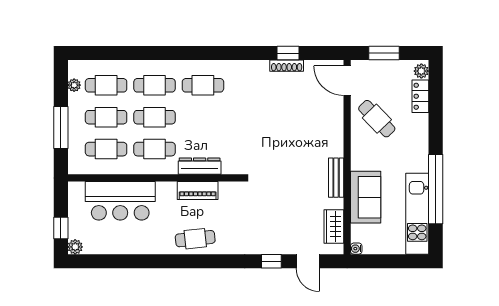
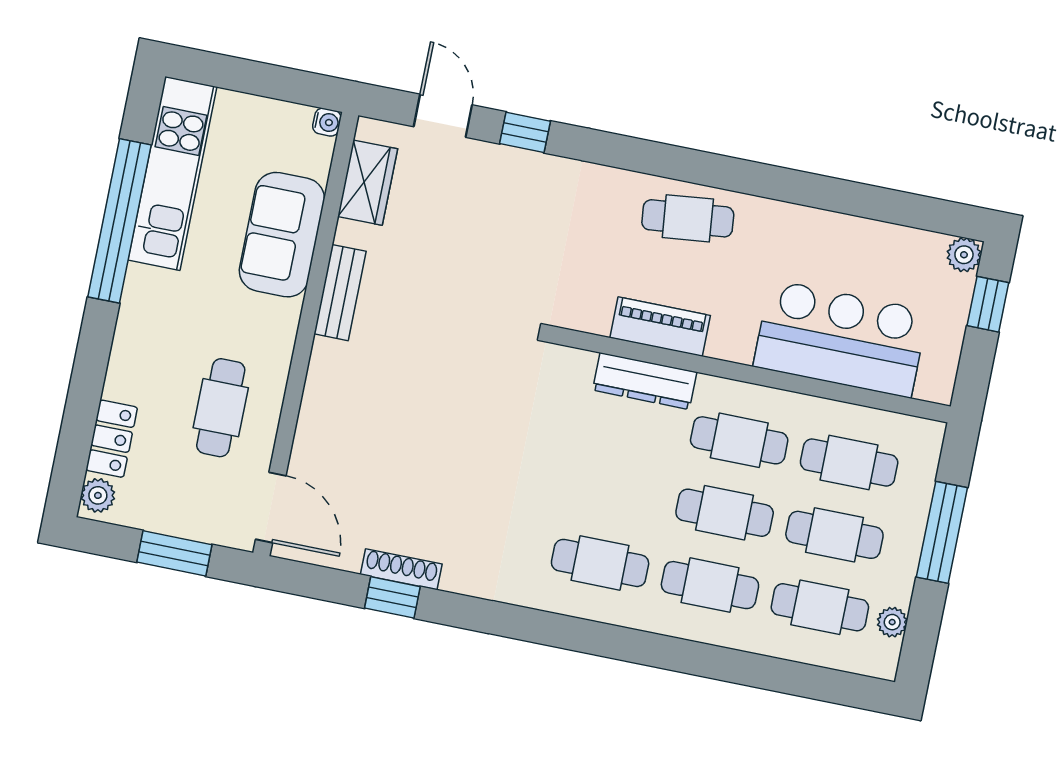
cafe table: (377, 119) -> (221, 408), turned 44

